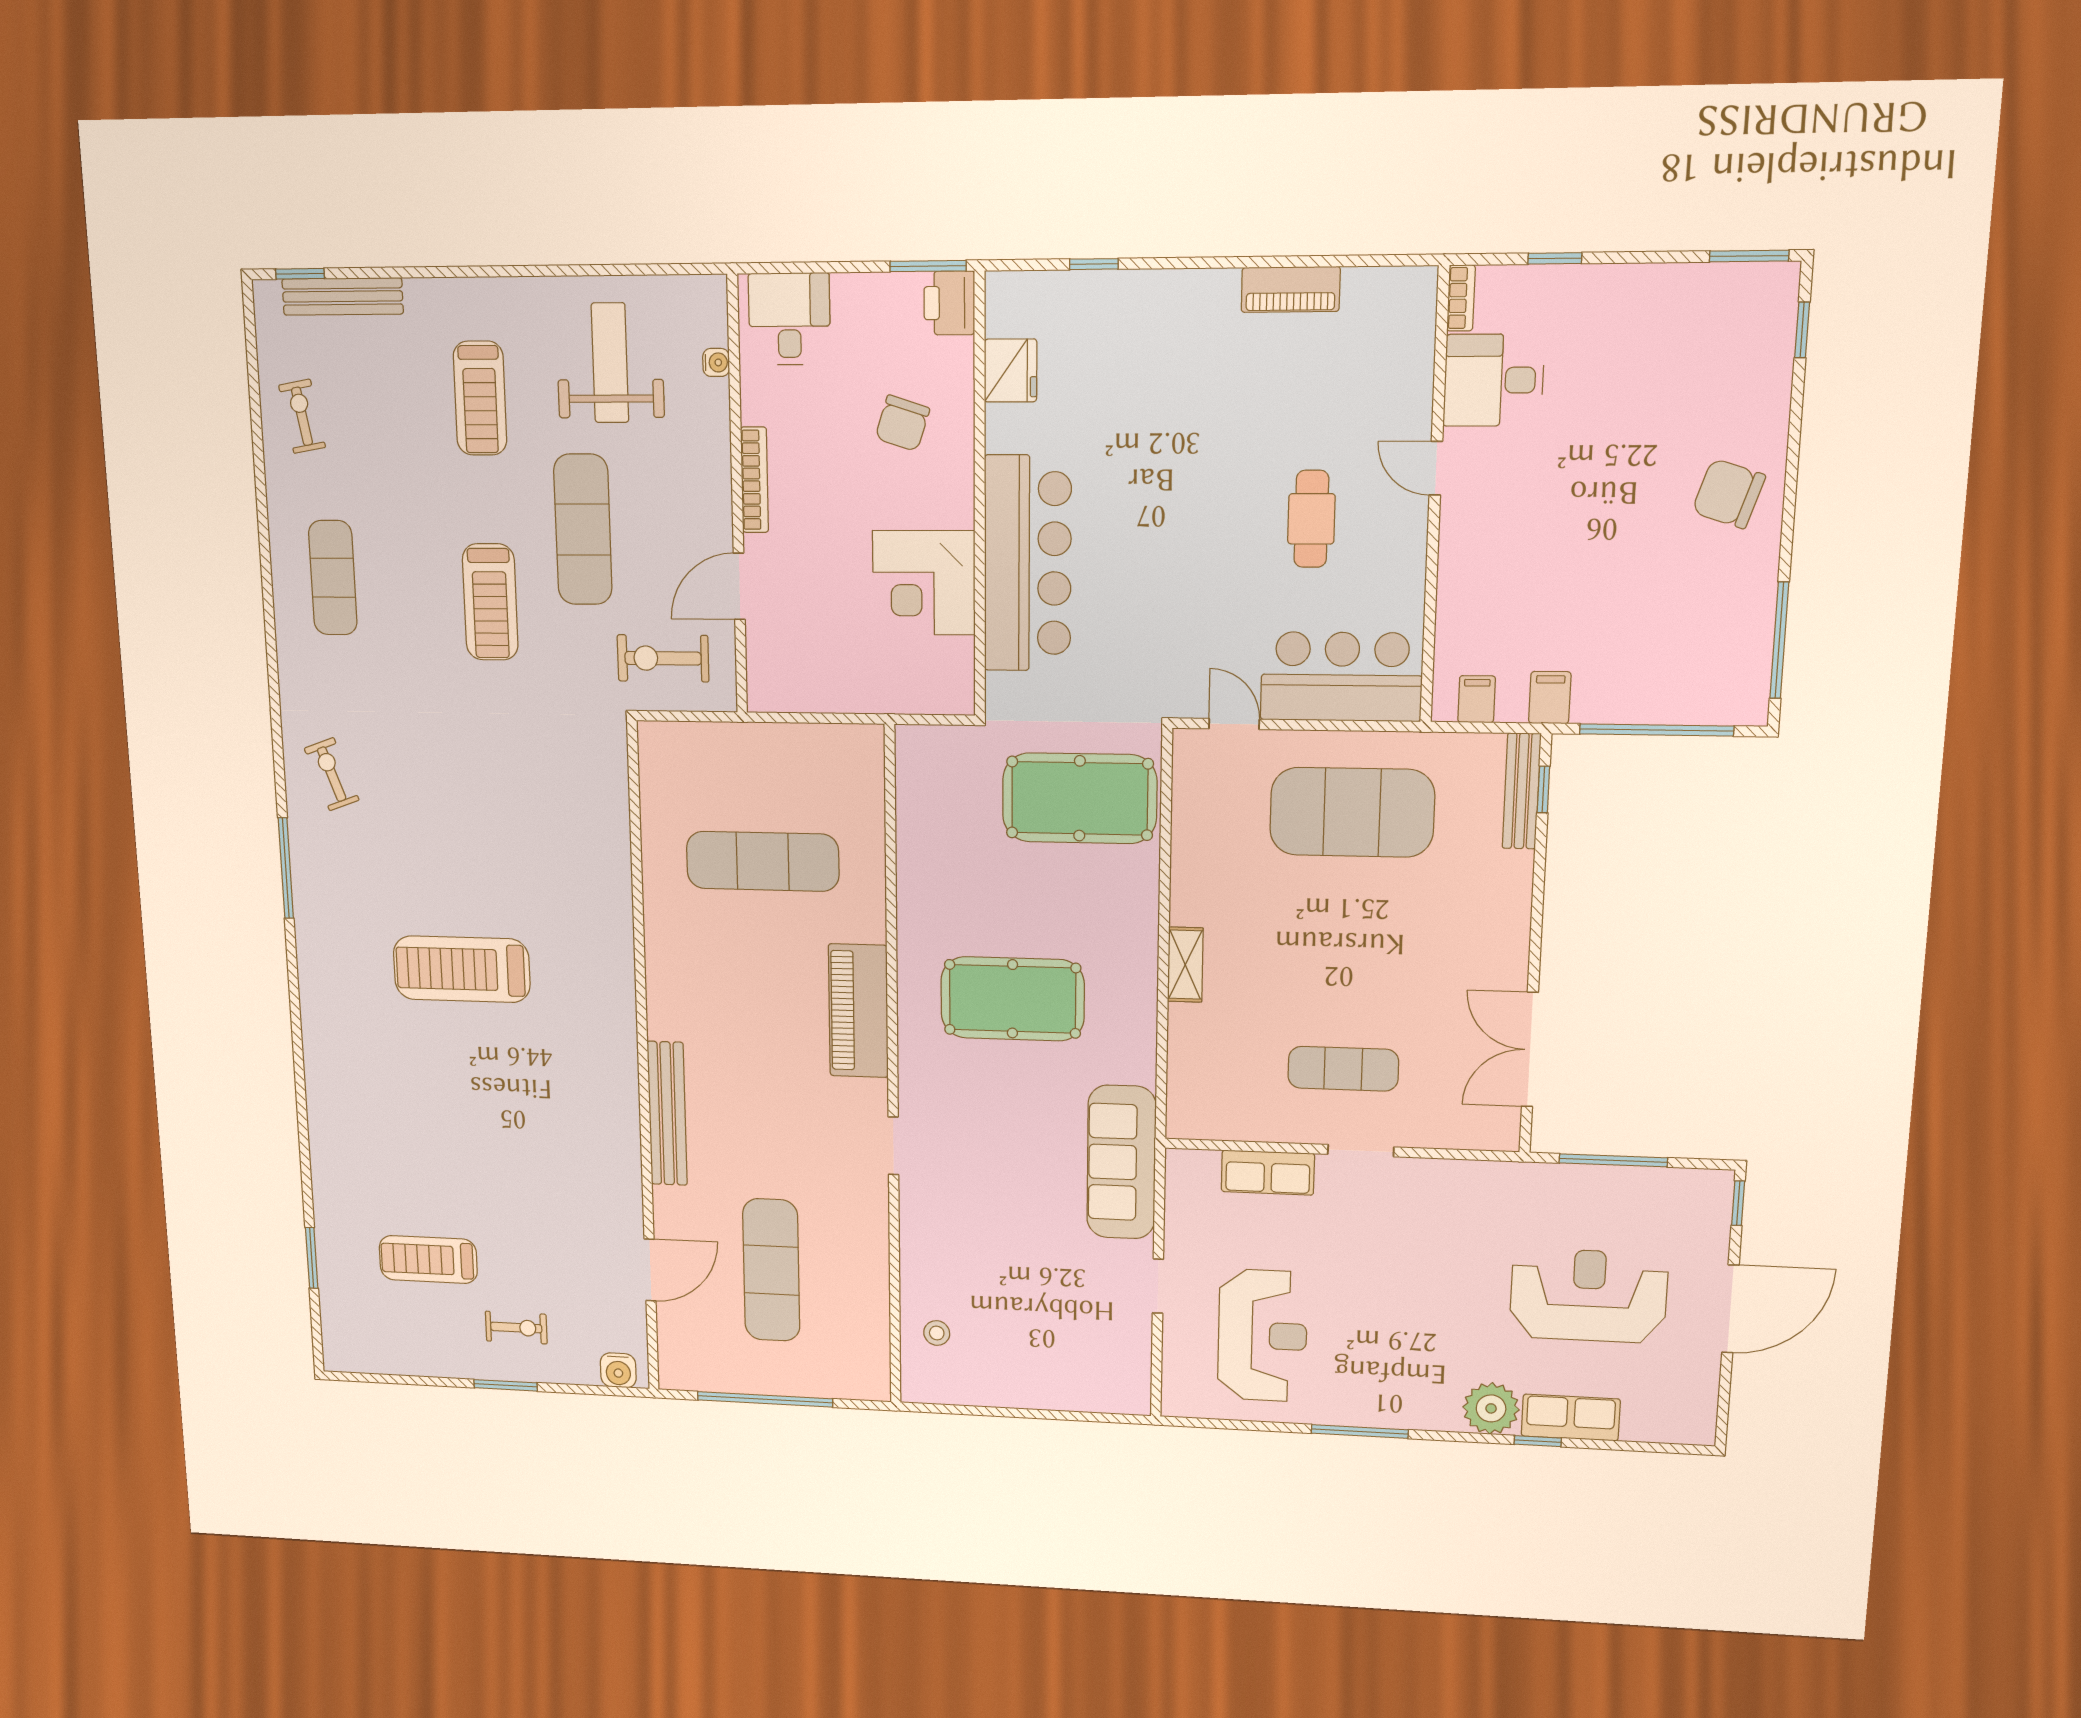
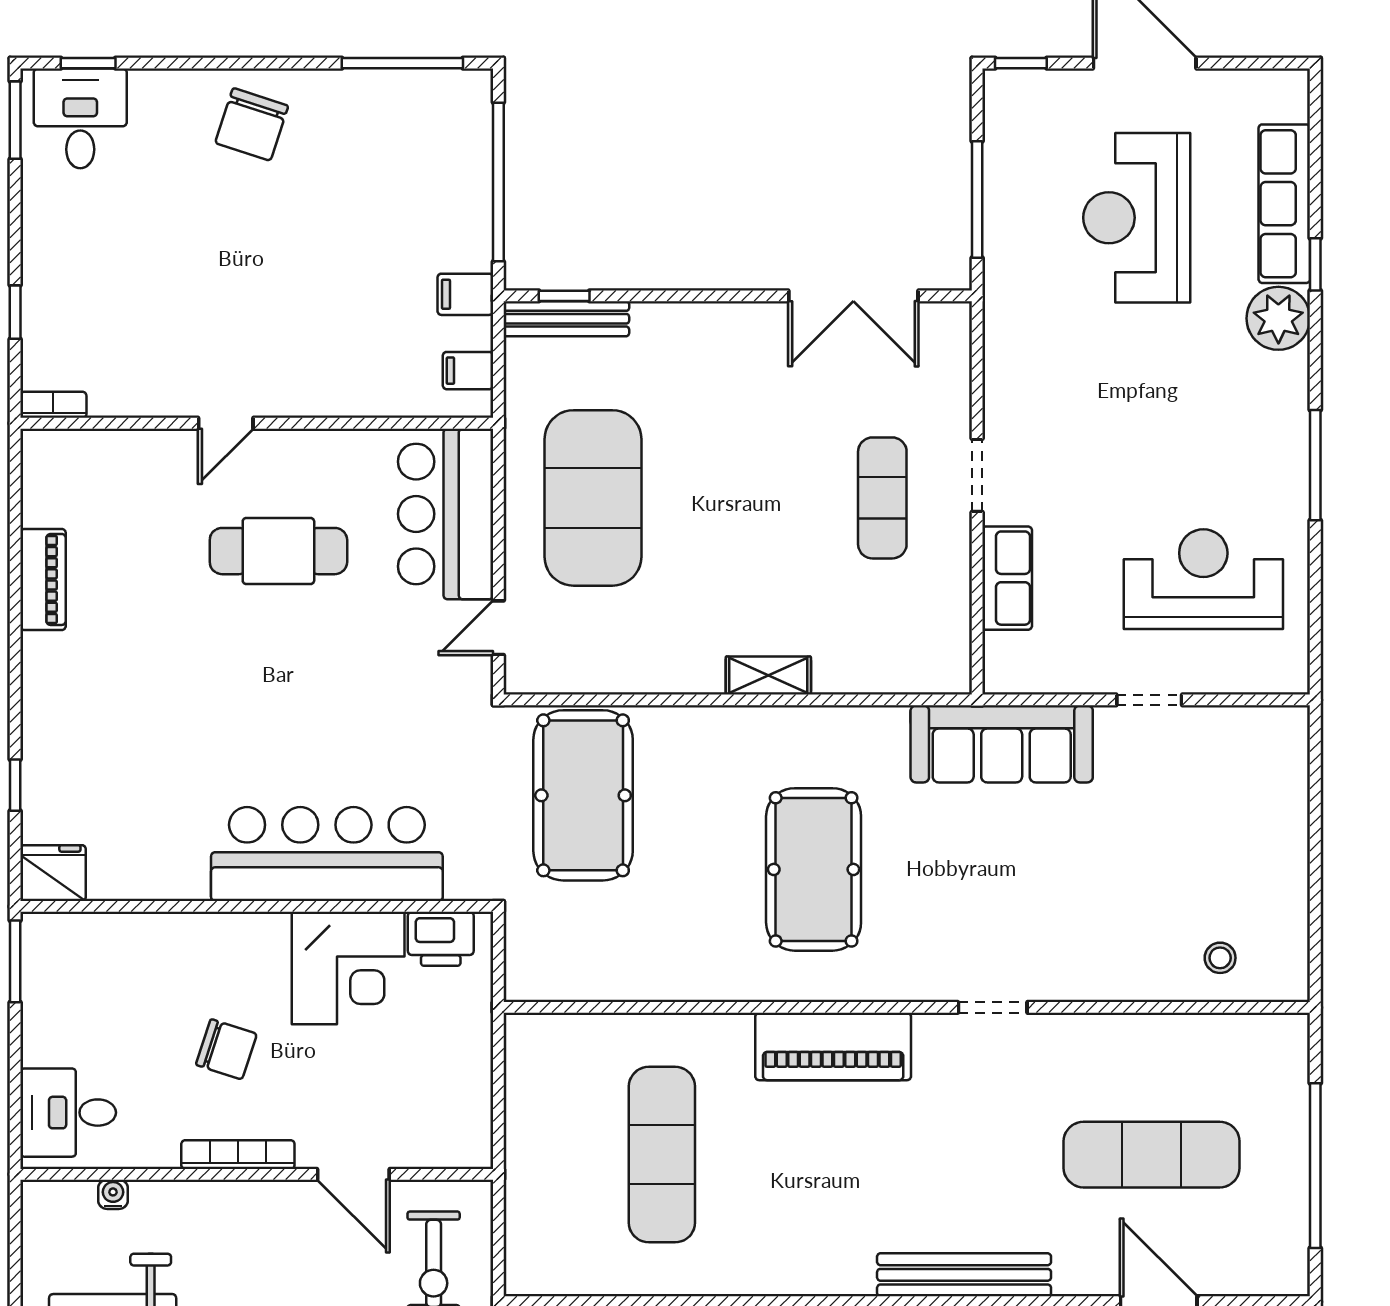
printer: (949, 303) -> (441, 939), moved
fridge: (1011, 371) -> (53, 873), moved
desk: (1494, 380) -> (80, 118), moved, turned 180
chair: (902, 423) -> (226, 1049), moved
cafe table: (1311, 519) -> (278, 551), width x1.37, depth x1.35
row of seats: (1571, 1418) -> (1284, 204), width x1.48

